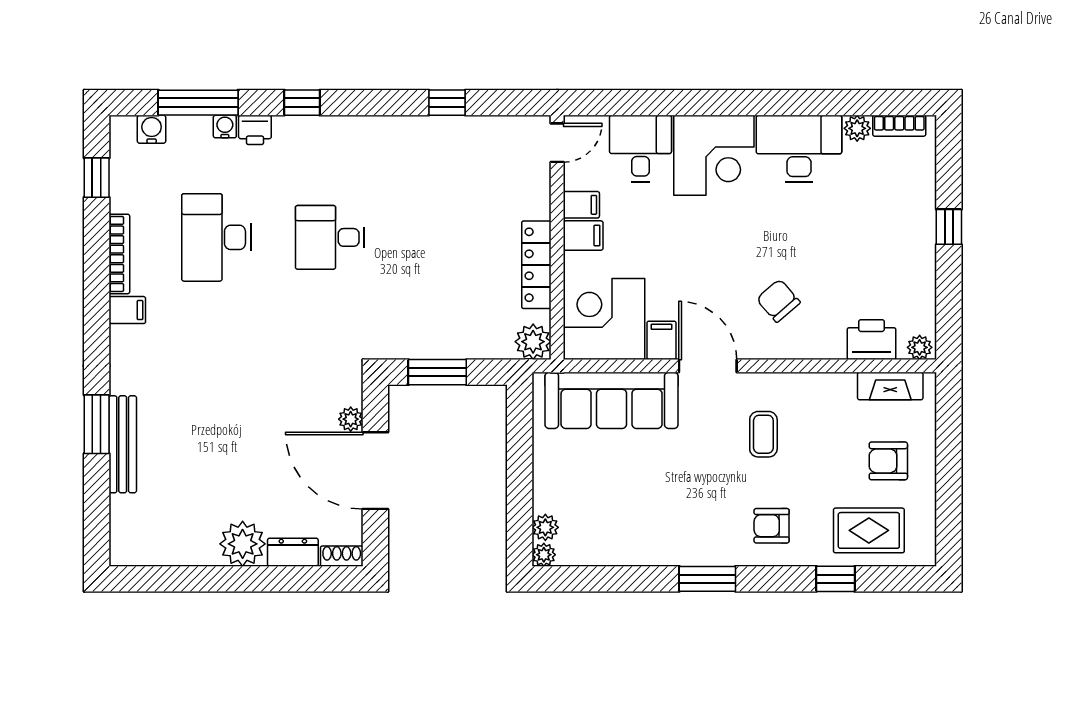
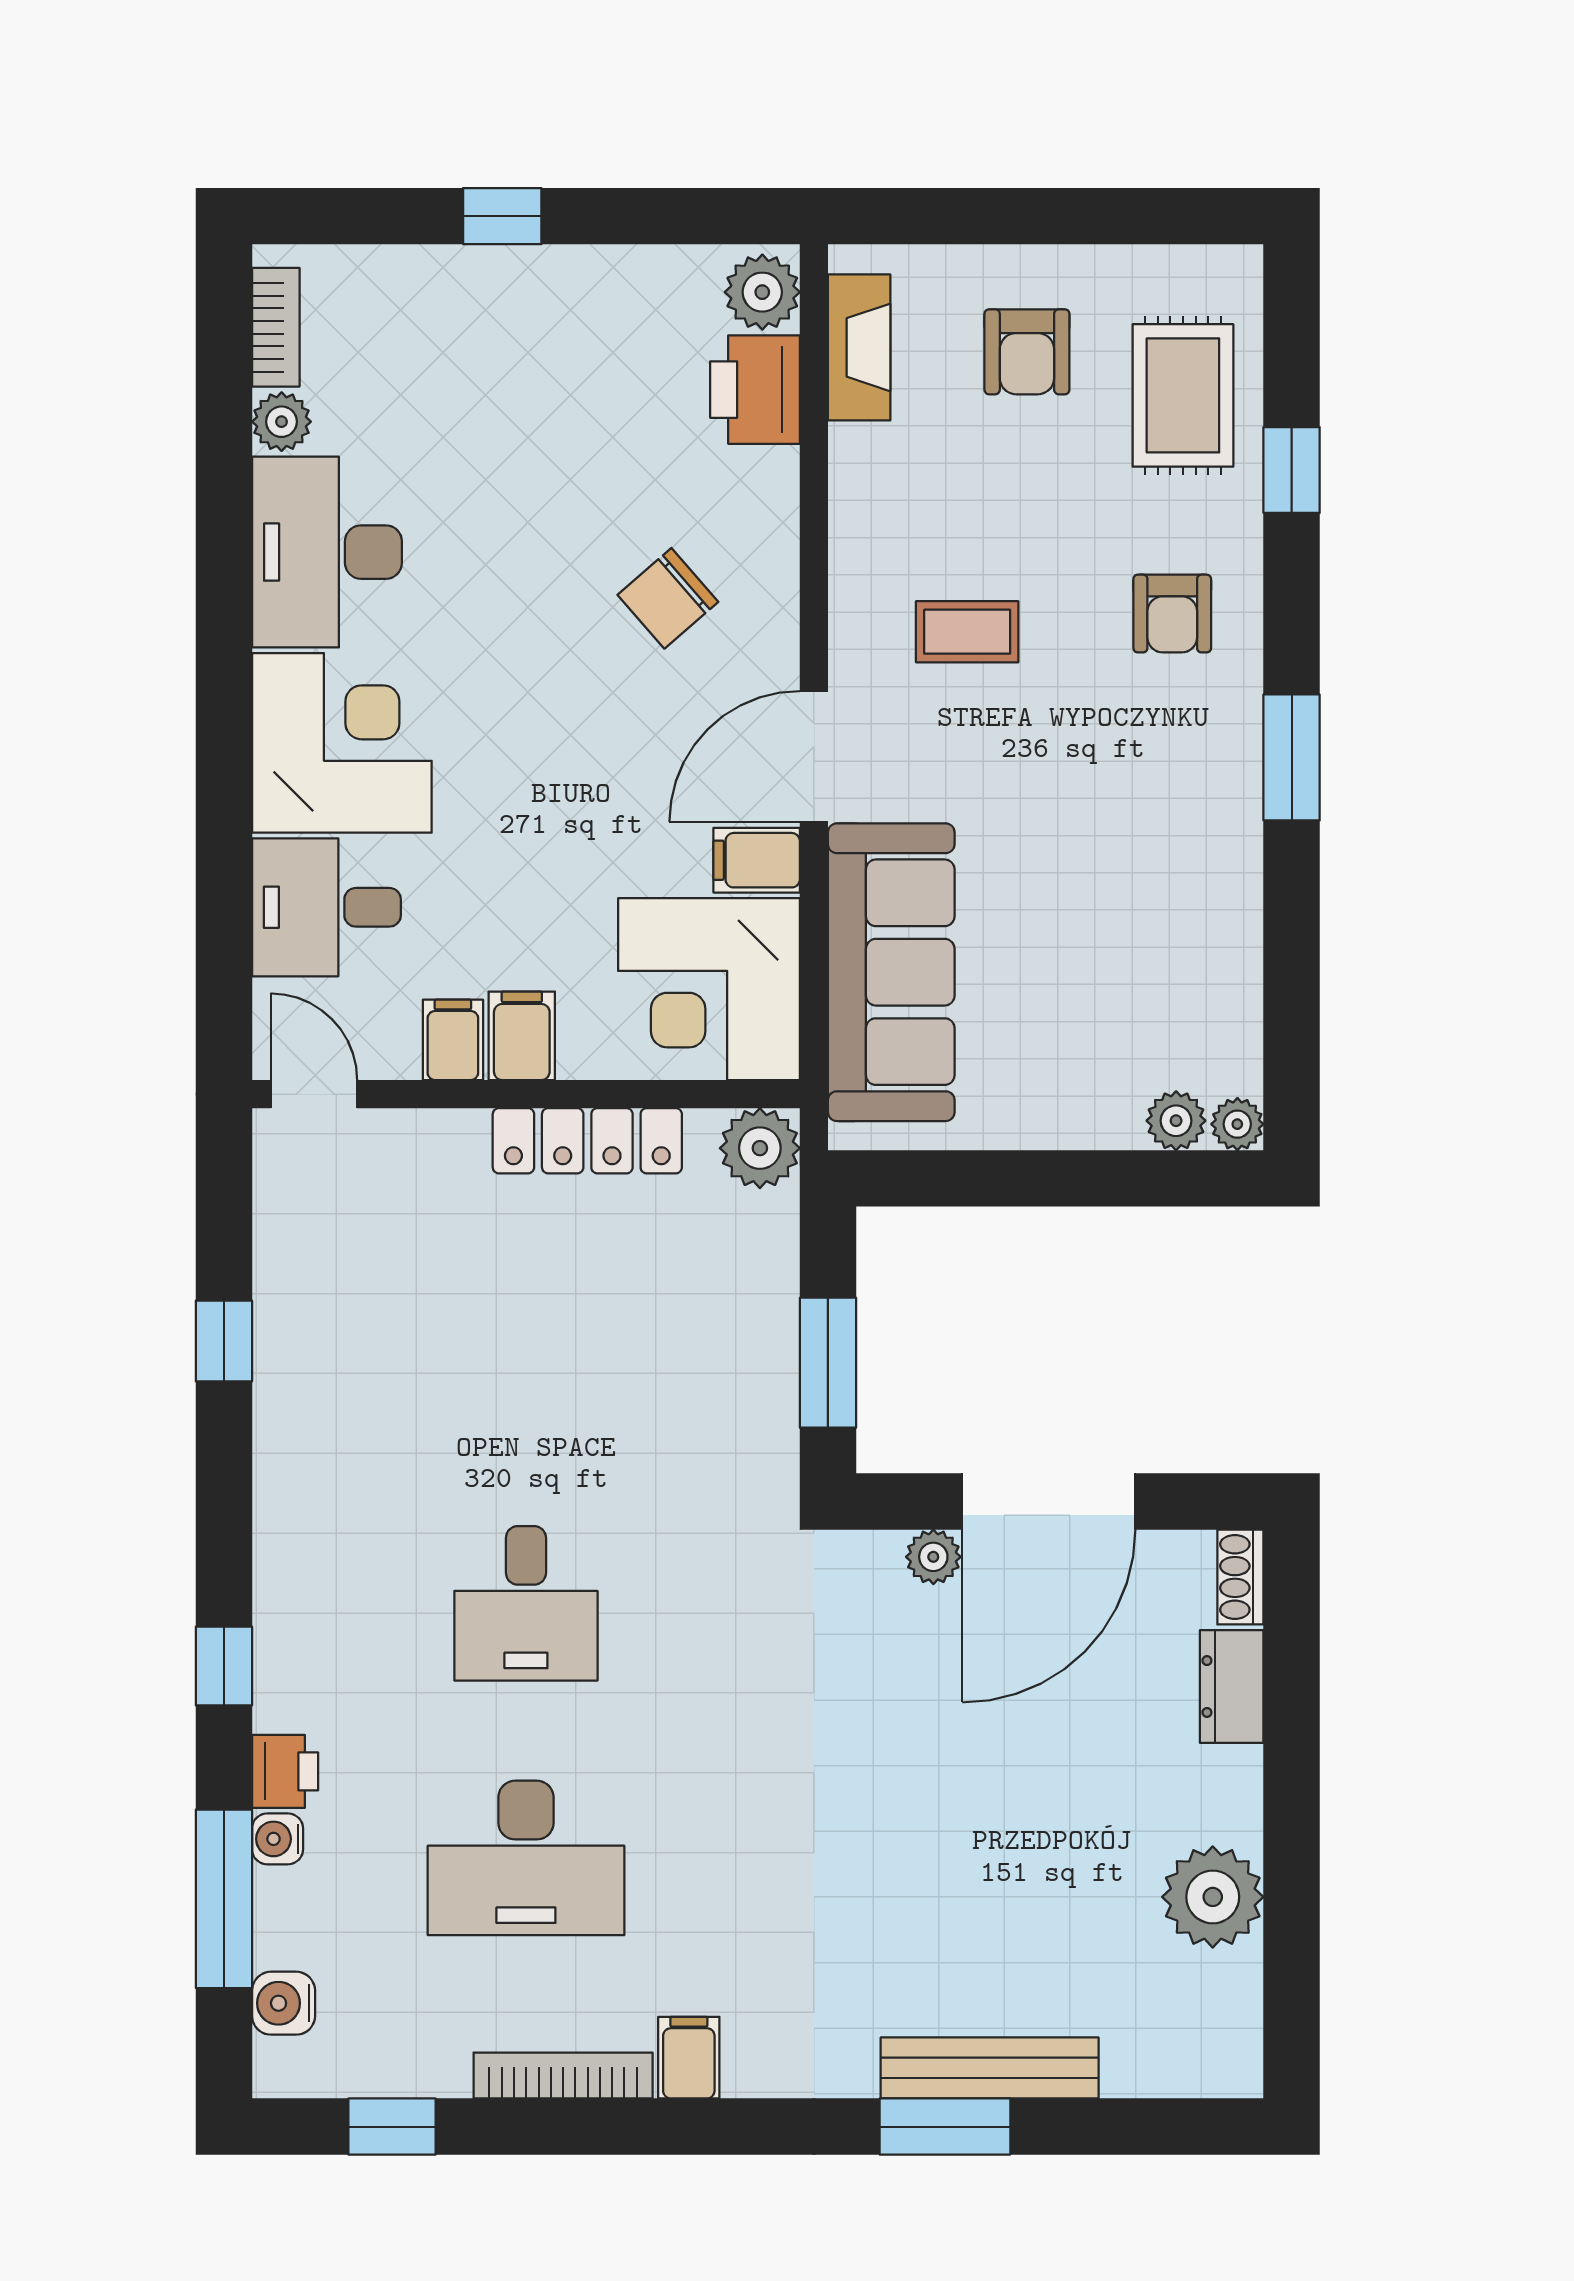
plant: (920, 347) -> (762, 292), width x1.38, depth x1.38
plant: (243, 544) -> (1213, 1897), moved

